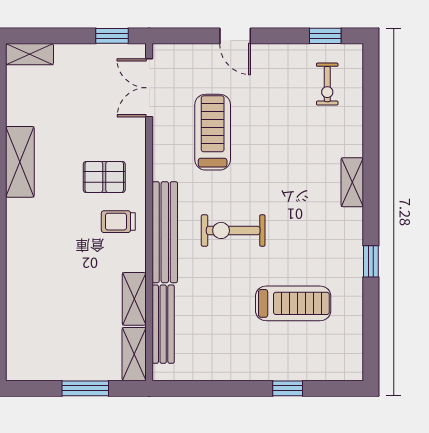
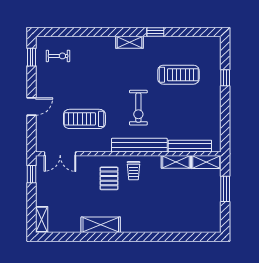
shelving: (352, 182) -> (129, 42), moved
treadmill: (293, 303) -> (178, 75), turned 90

